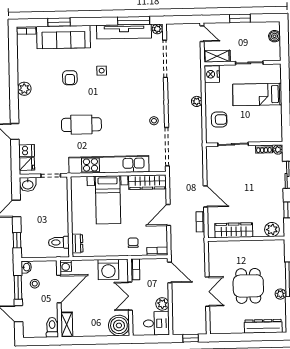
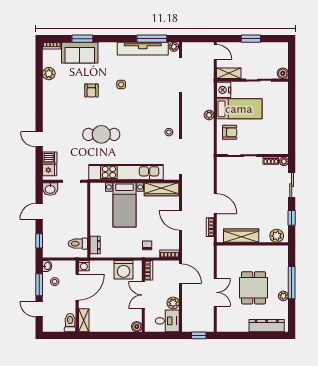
boiler: (274, 36) -> (283, 73), moved
sofa: (64, 37) -> (80, 53), width x0.73
plant: (24, 89) -> (49, 74), moved
bed: (257, 94) -> (239, 109), moved, turned 180
door: (168, 215) -> (180, 220), hinge flipped
boiler: (119, 325) -> (137, 327), width x0.54, depth x0.54

